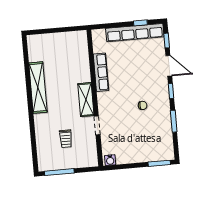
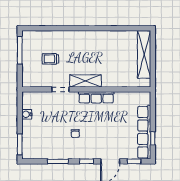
row of seats: (101, 72) -> (96, 97), moved
shelving: (38, 88) -> (144, 54), moved, turned 90
water cooler: (110, 160) -> (27, 114), moved

